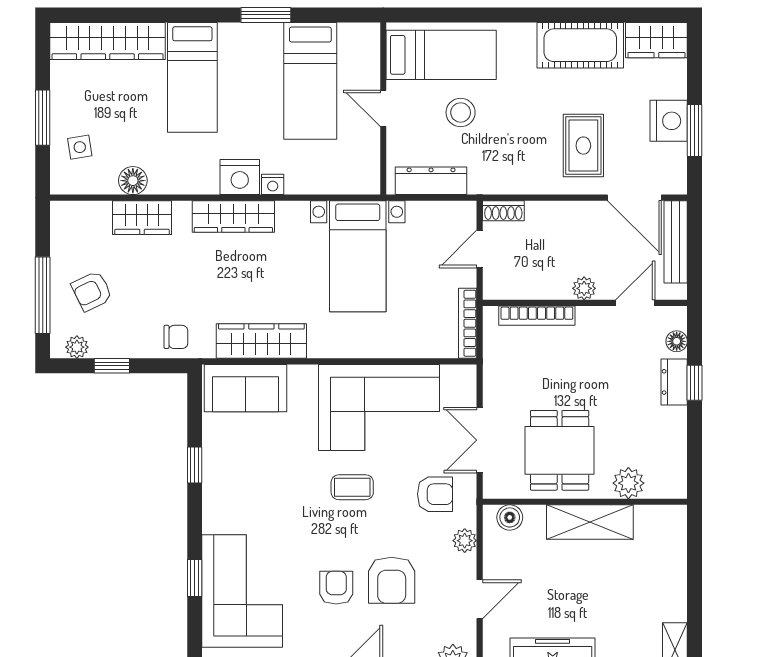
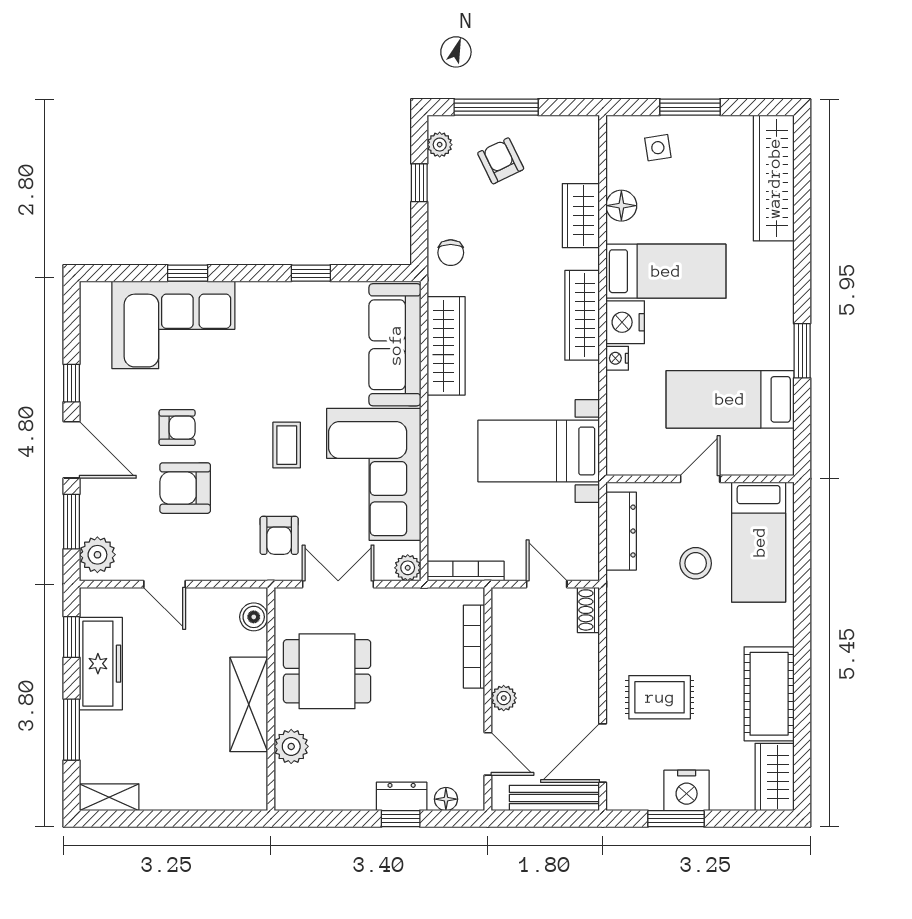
bed: (192, 77) -> (666, 271), moved, turned 180
sofa: (246, 388) -> (395, 345), width x1.36
plant: (465, 541) -> (408, 568), moved

